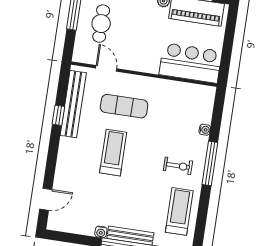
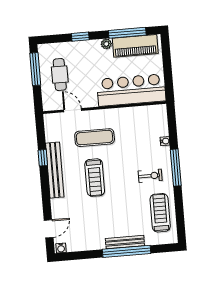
bar counter: (190, 63) -> (131, 90), width x1.36
bench: (73, 104) -> (55, 170), moved
treadmill: (113, 153) -> (95, 178), turned 180
water cooler: (101, 232) -> (61, 248), moved

